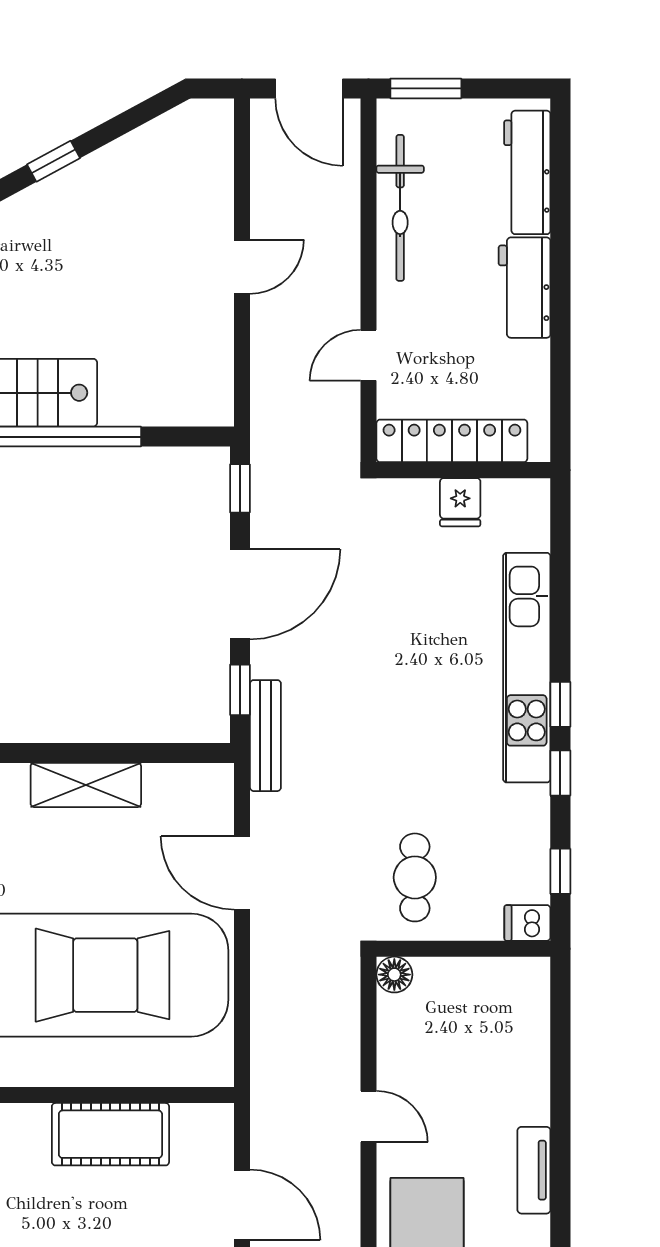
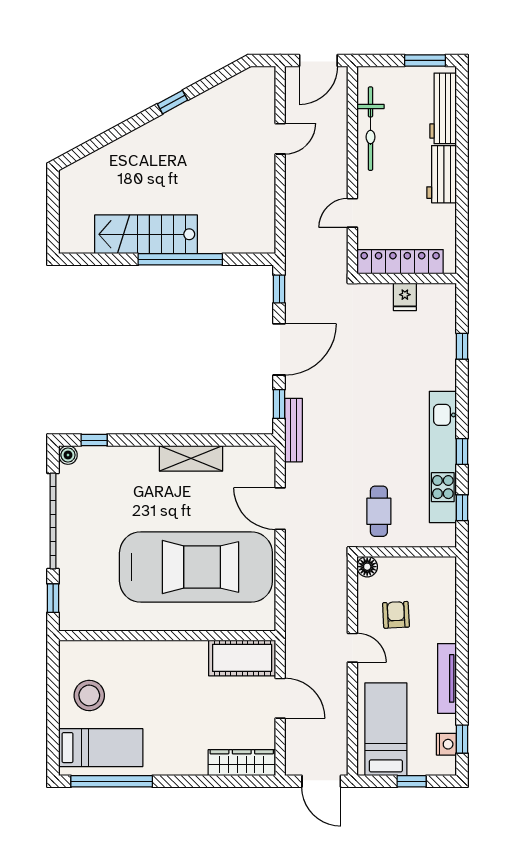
door: (309, 88) -> (318, 60), hinge flipped
window: (426, 88) -> (425, 60), moved
door: (242, 267) -> (280, 139), moved
kitchen unit: (527, 668) -> (443, 457), moved
window: (560, 704) -> (462, 346), moved
dishwasher: (527, 923) -> (443, 537), removed
armchair: (445, 1059) -> (396, 615), added
cot: (110, 1134) -> (242, 658), moved
tv unit: (534, 1170) -> (447, 678), width x1.41

